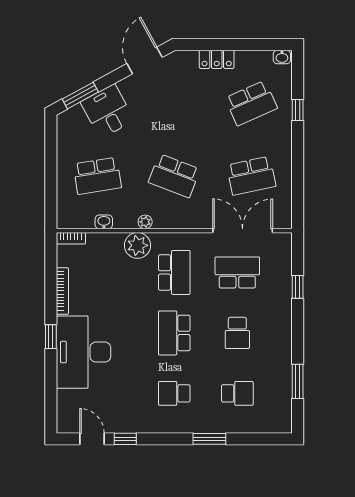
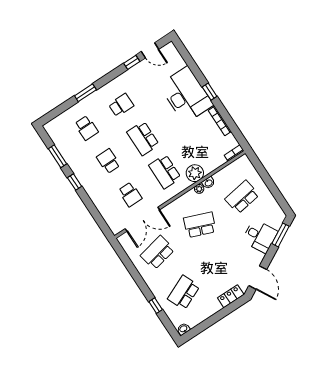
locker: (217, 59) -> (231, 296), moved
washbasin: (104, 222) -> (208, 183), moved
school desk: (237, 272) -> (130, 194), width x0.54
window: (298, 287) -> (75, 182), moved
school desk: (174, 333) -> (143, 138), turned 180
school desk: (237, 393) -> (86, 128), turned -90

